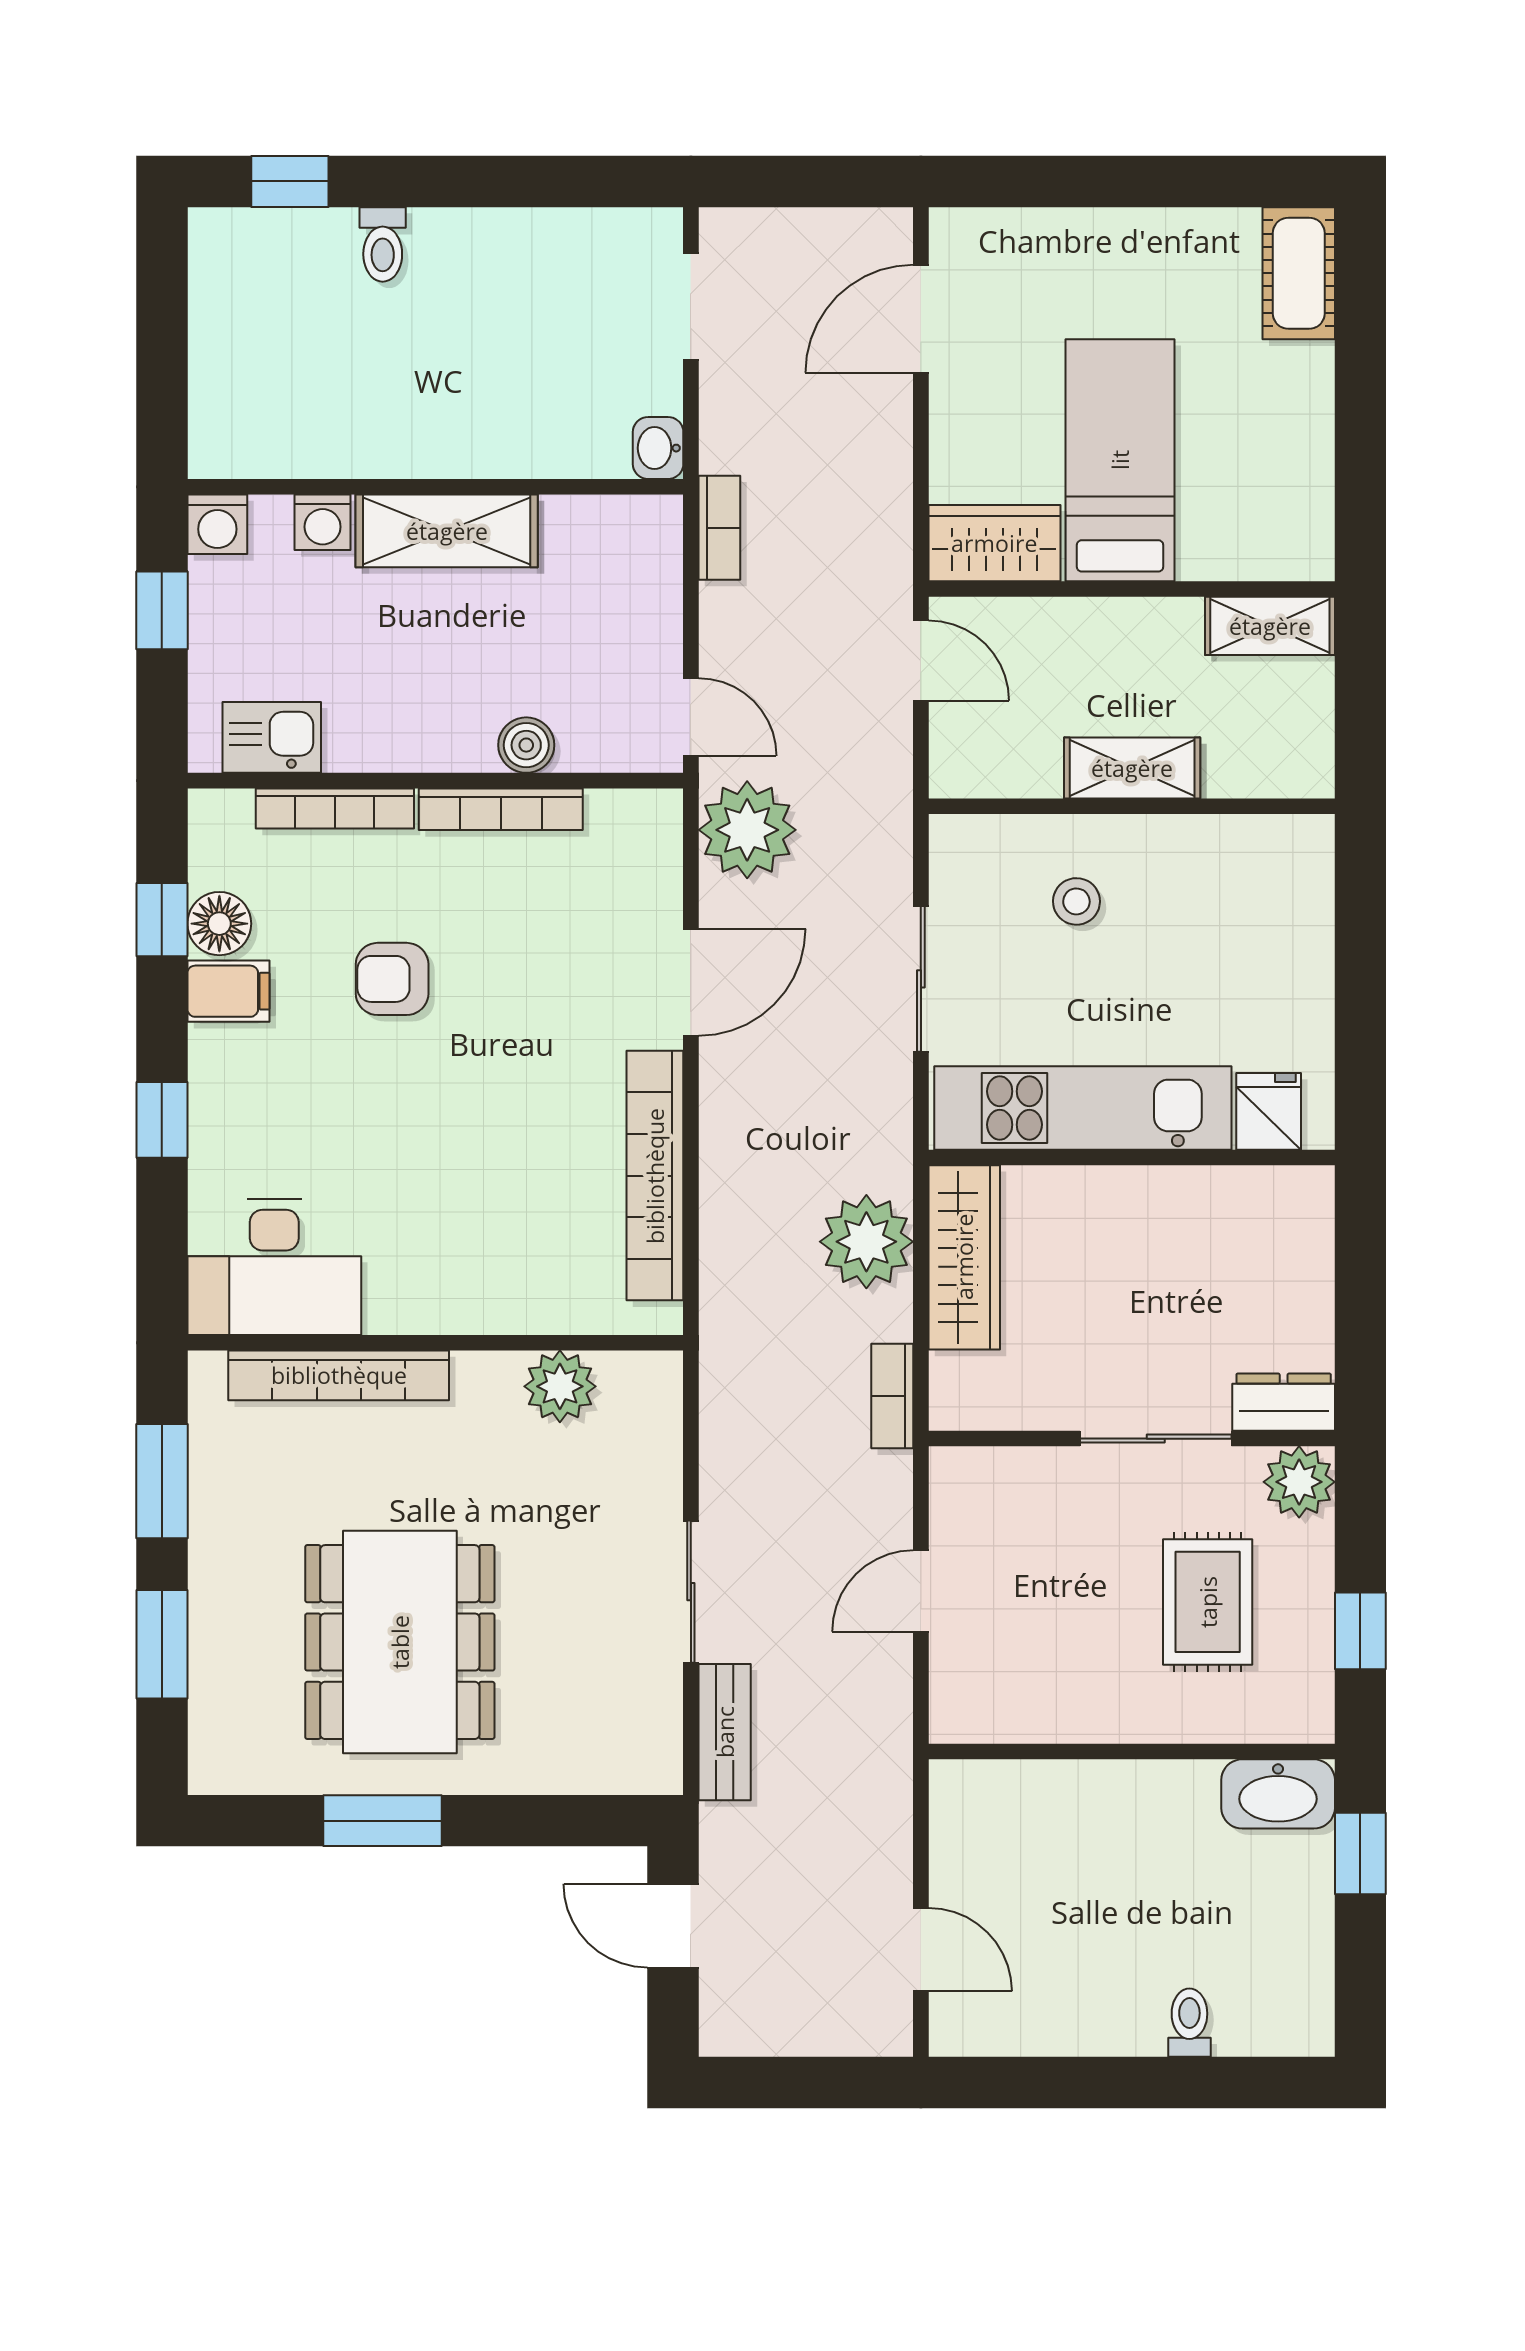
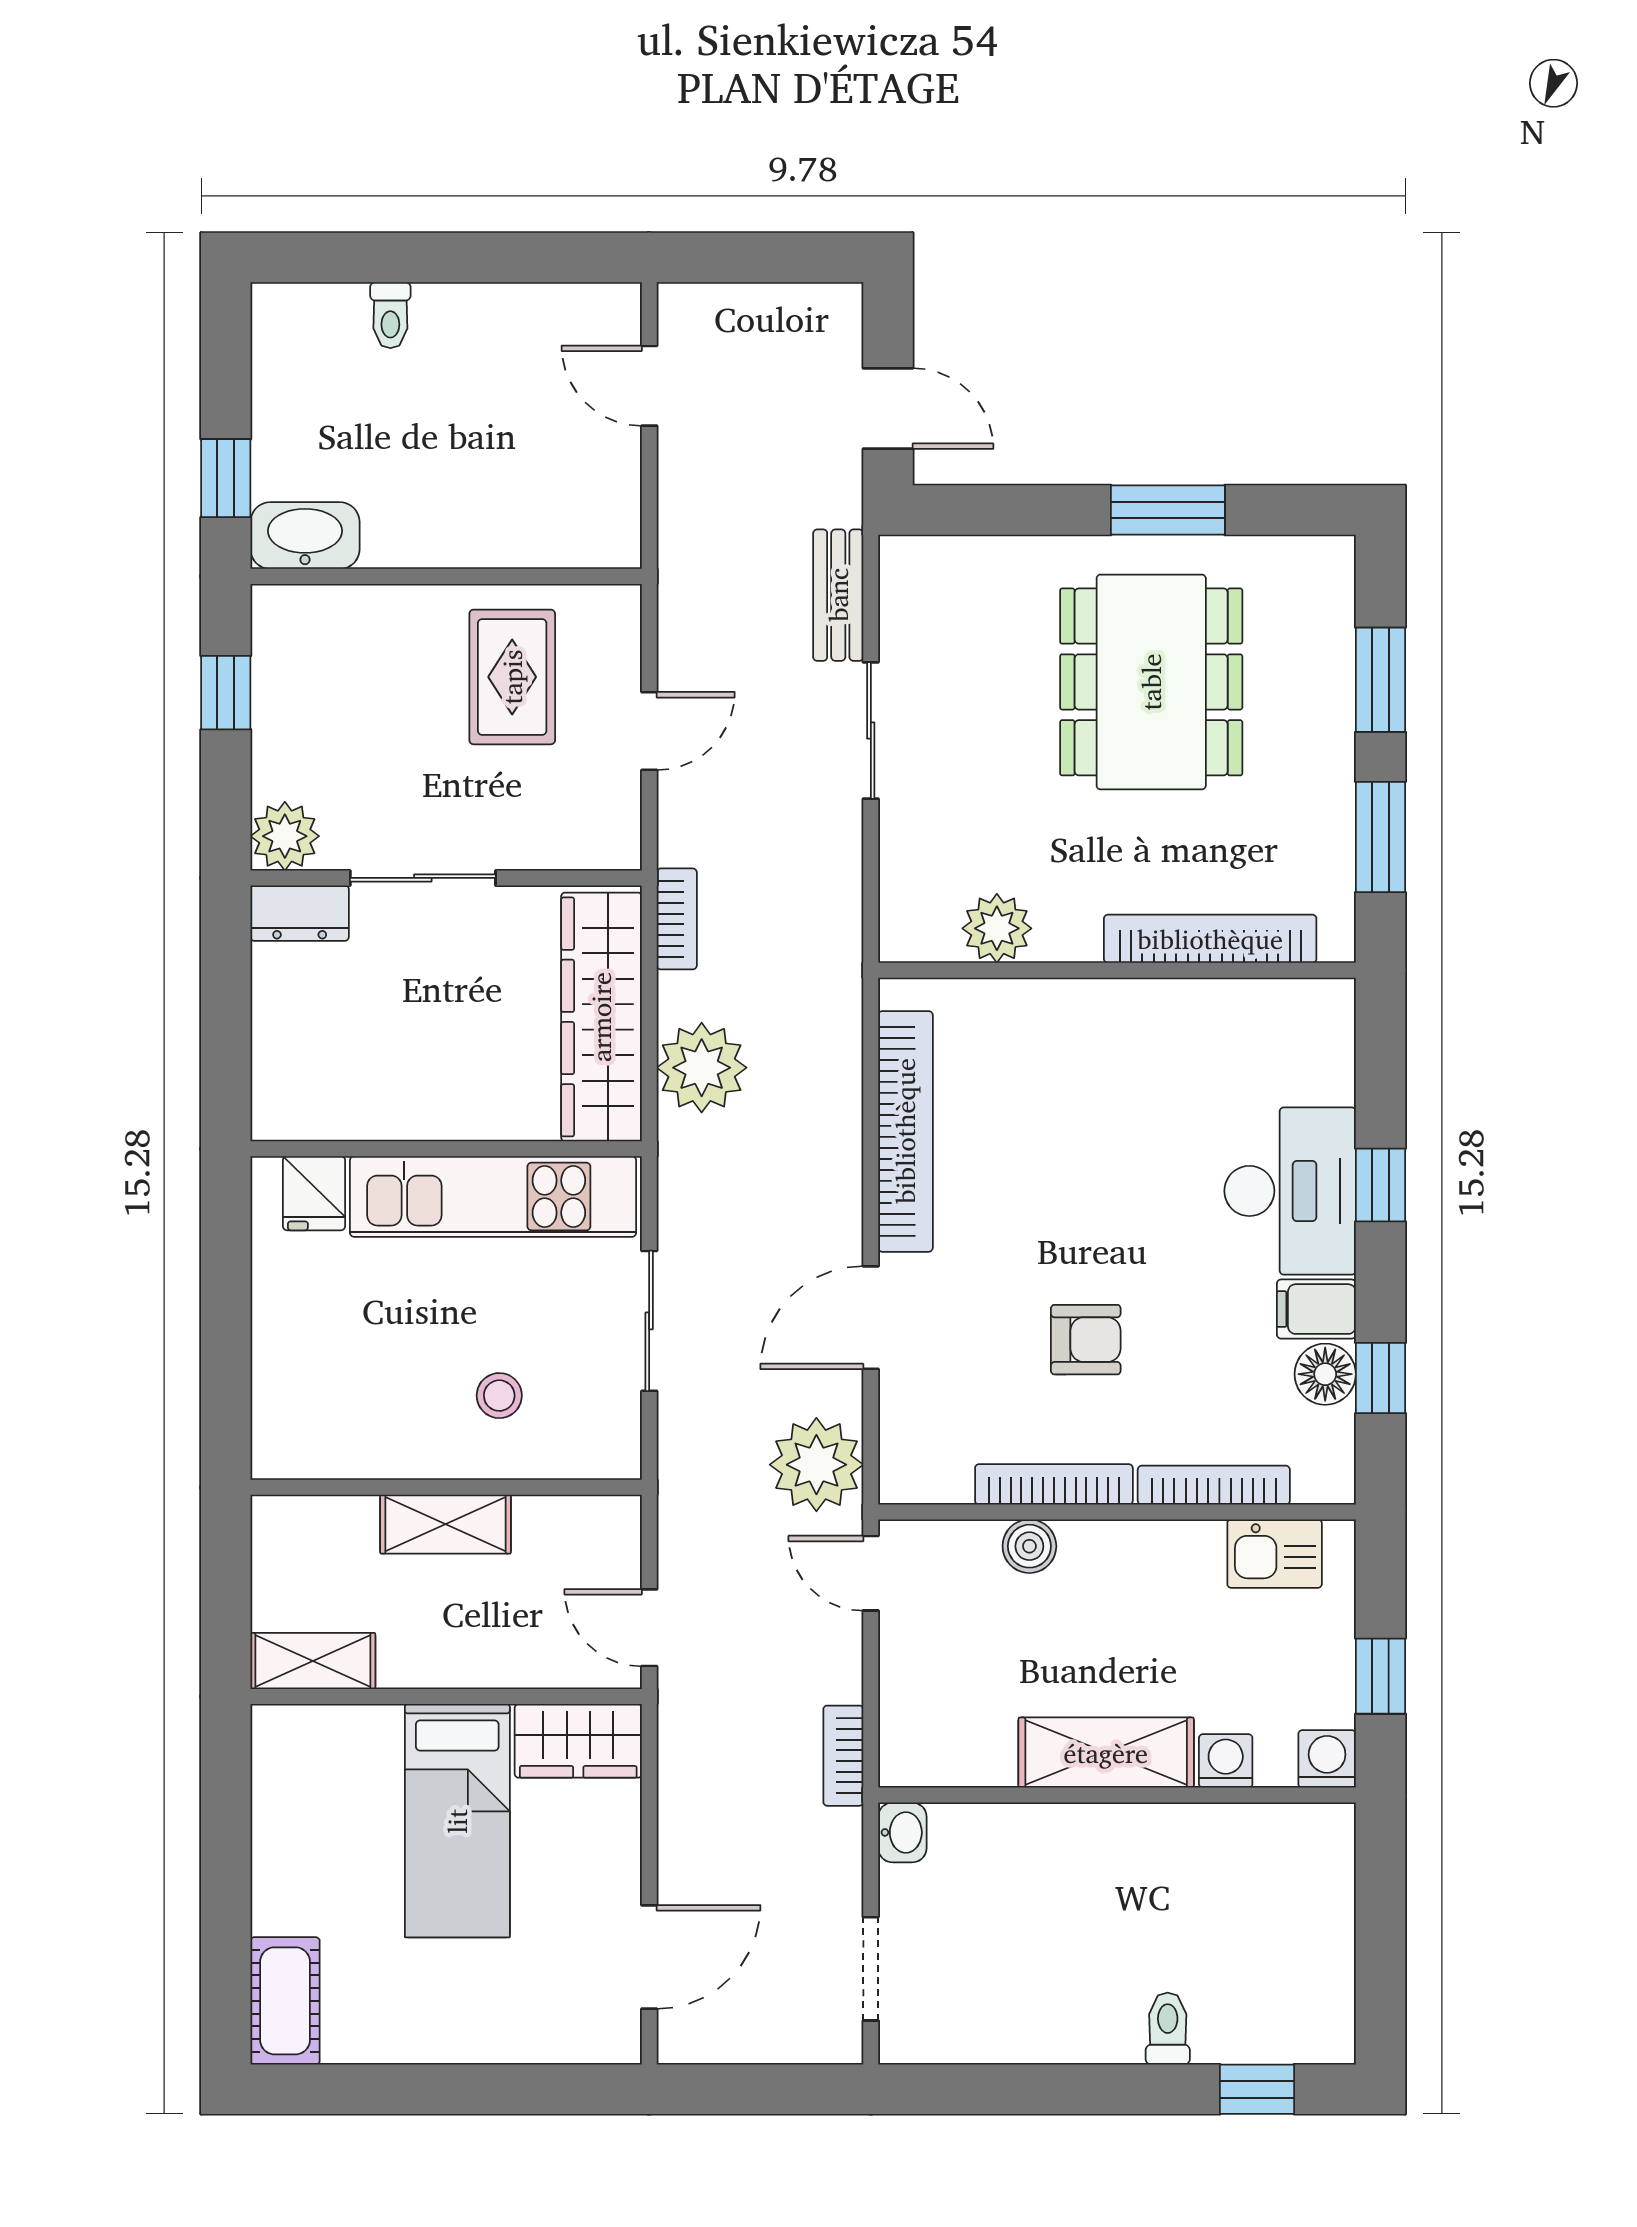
armchair: (392, 979) -> (1086, 1340), moved
wardrobe: (964, 1257) -> (601, 1017), width x1.40, depth x1.17
desk: (274, 1267) -> (1290, 1191), moved, turned 90
rug: (1208, 1602) -> (512, 677), moved

